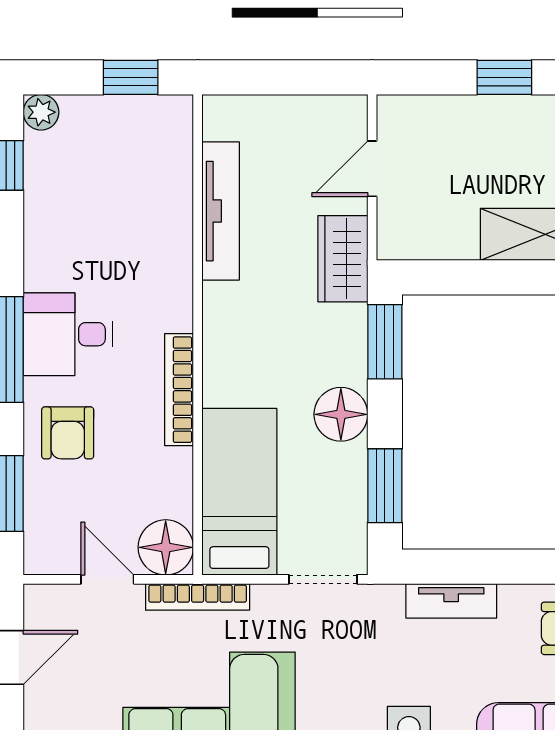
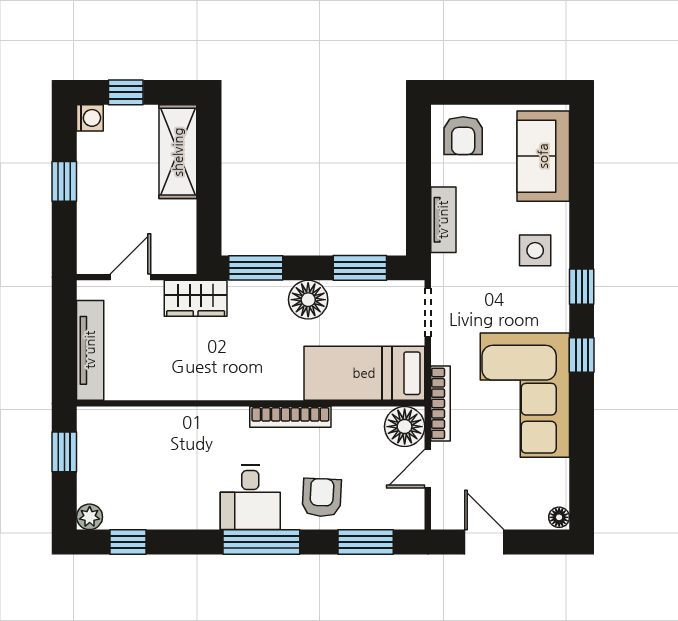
door: (372, 169) -> (130, 277), swing flipped
tv unit: (221, 211) -> (90, 350), moved, turned 90
armchair: (68, 433) -> (322, 497), turned -87

